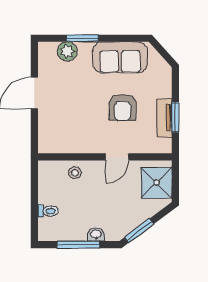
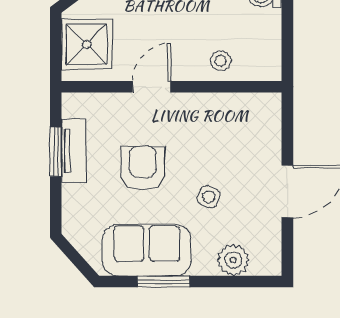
window: (82, 38) -> (164, 282), moved
side table: (82, 90) -> (209, 197), added

